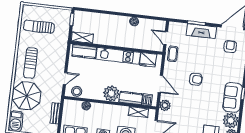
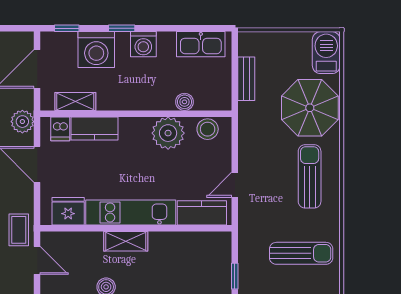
shelving: (82, 38) -> (126, 241), moved
door: (65, 79) -> (235, 185), moved
plant: (111, 93) -> (168, 133), moved

